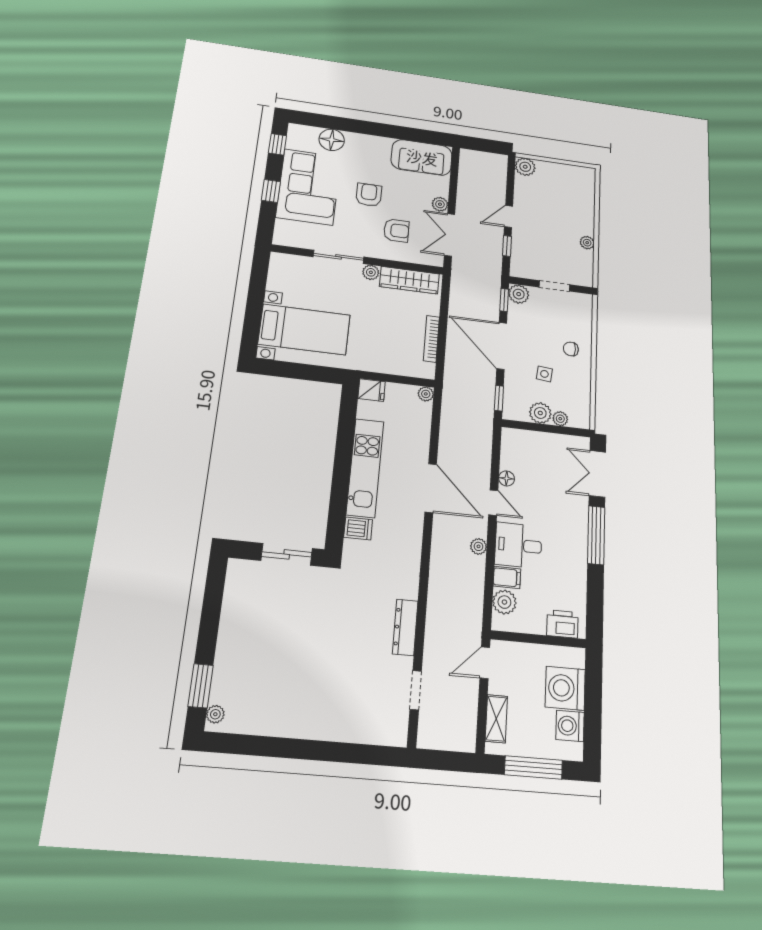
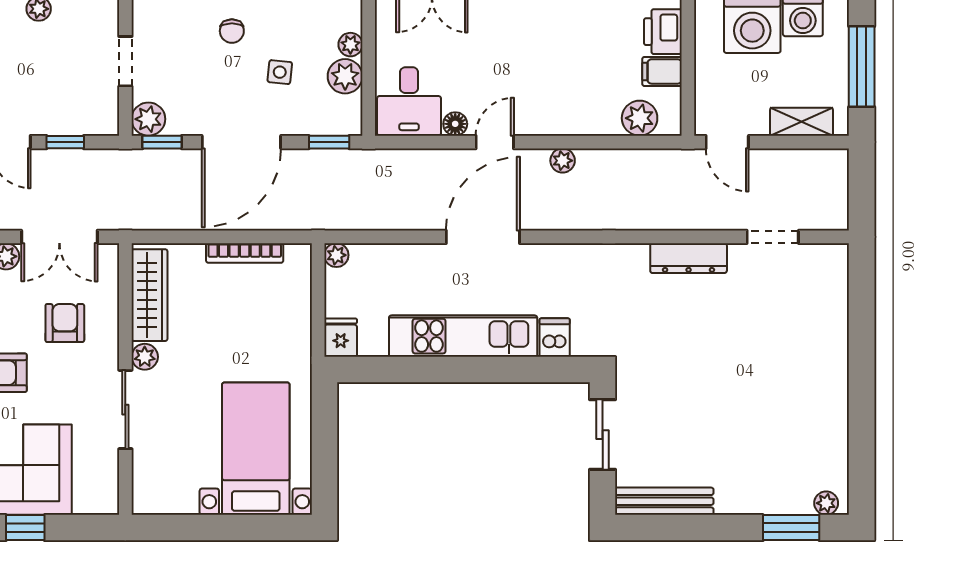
desk: (518, 545) -> (409, 101), moved
filing cabinet: (507, 577) -> (662, 71), moved, turned -90
bench: (233, 593) -> (664, 501), added

